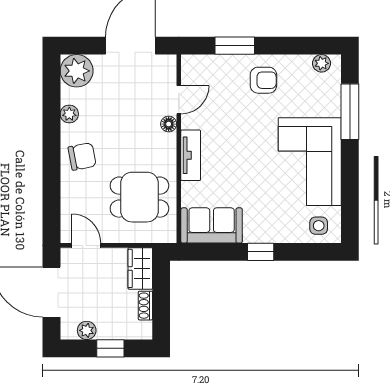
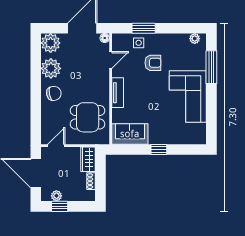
armchair: (263, 80) -> (153, 63), moved
plant: (69, 114) -> (51, 68), width x1.88, depth x1.88
floor lamp: (169, 124) -> (105, 38), moved
side table: (319, 226) -> (139, 43), moved
door: (86, 245) -> (56, 146), hinge flipped
window: (110, 348) -> (60, 206), moved

